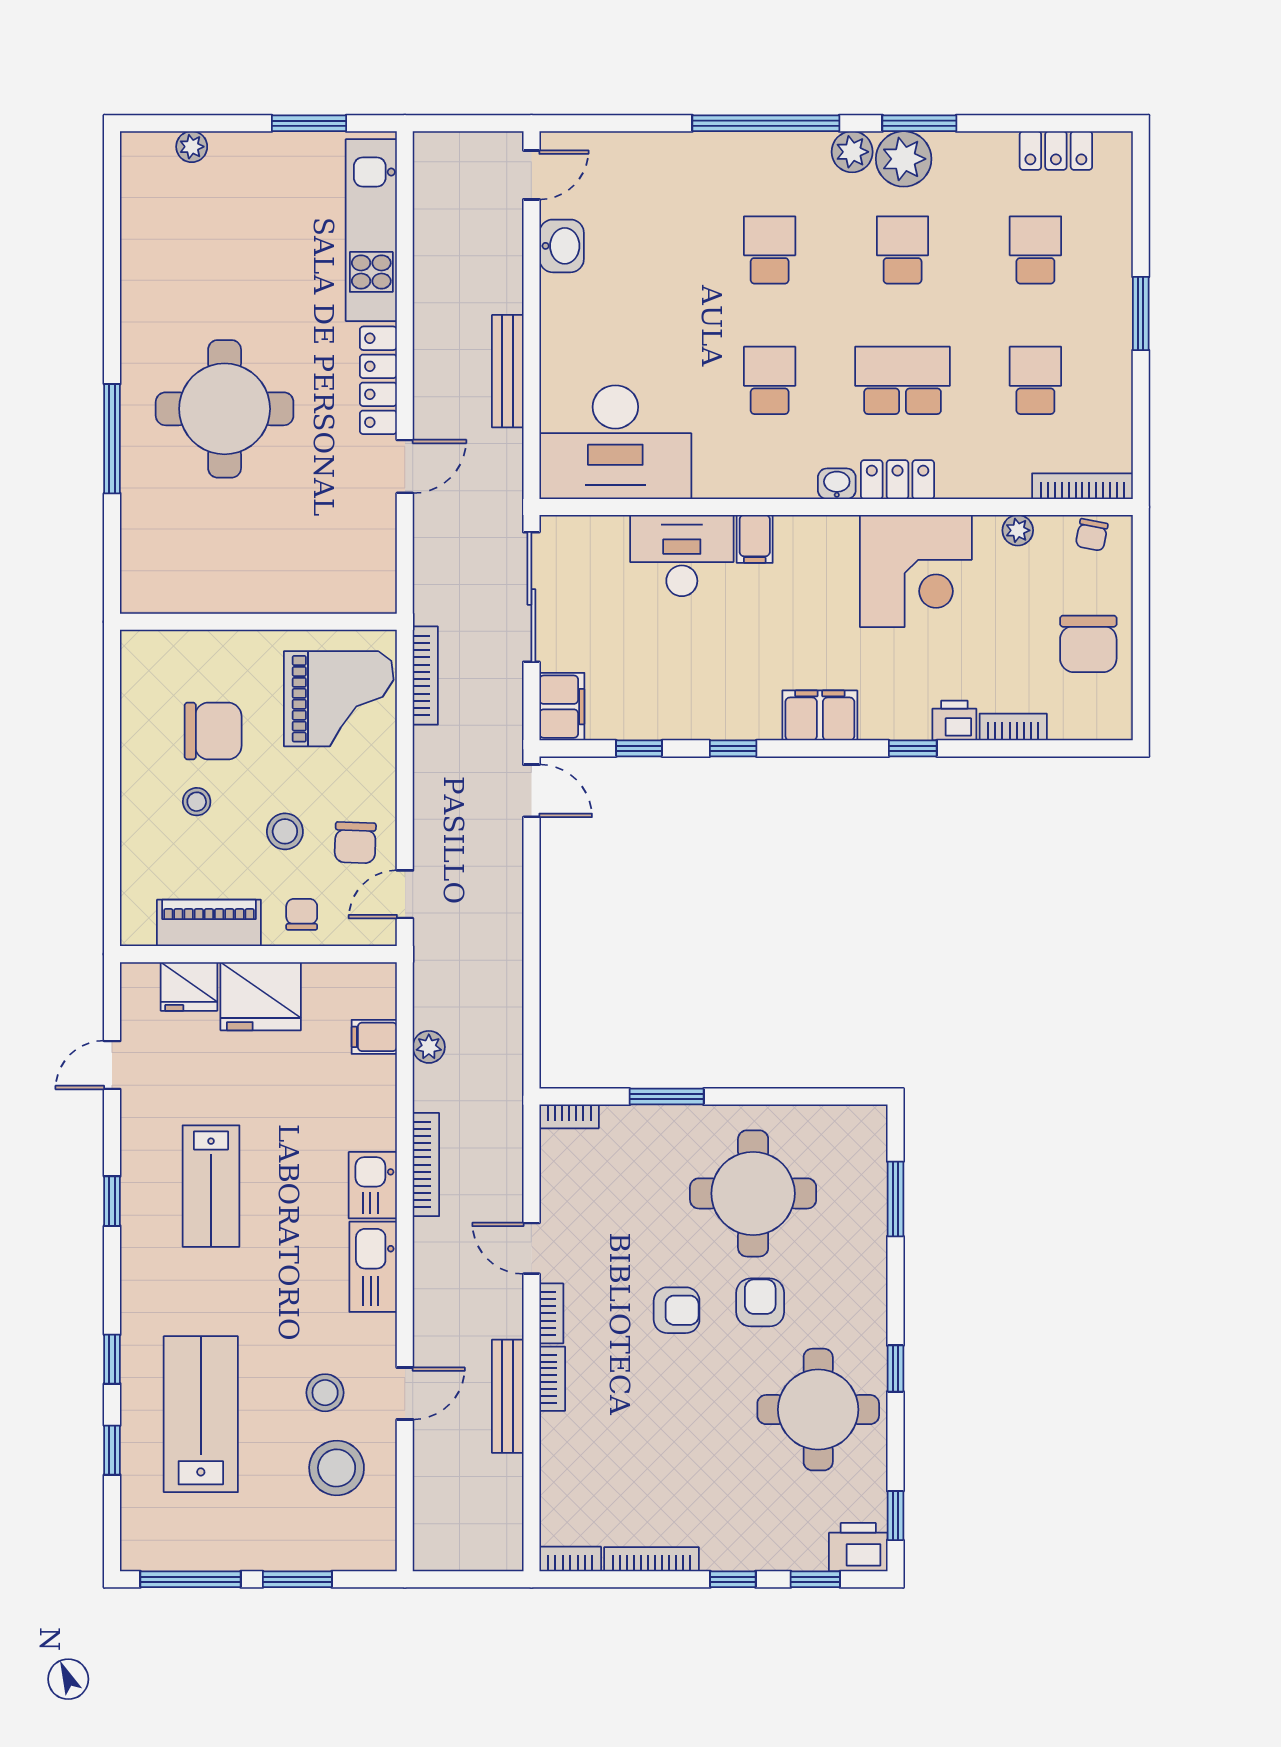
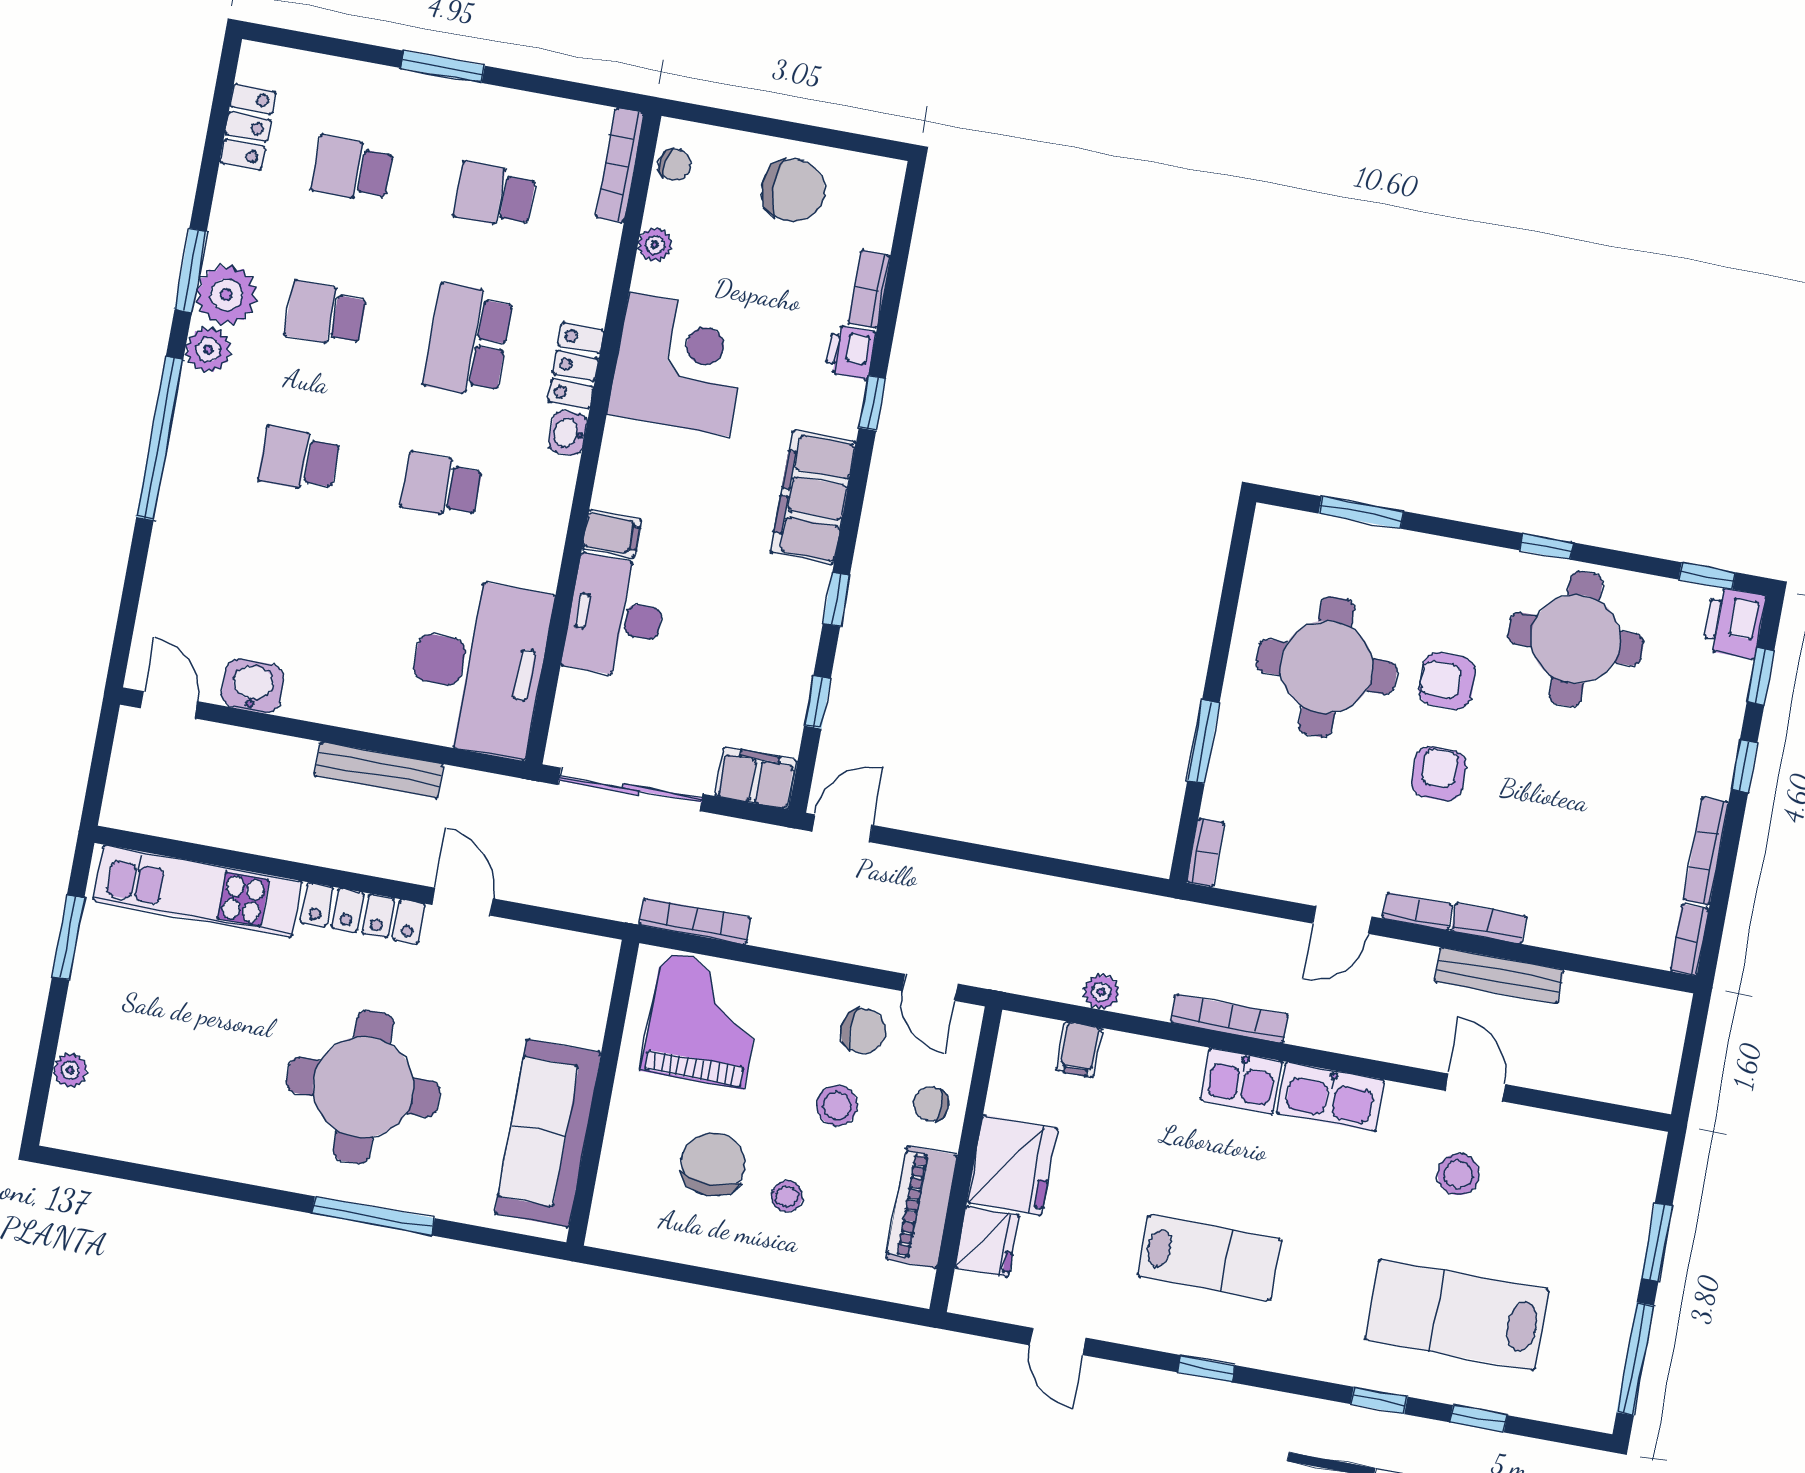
sofa: (214, 580) -> (548, 1133), added
filing cabinet: (820, 715) -> (813, 497), width x1.50, depth x1.17
stool: (337, 1468) -> (1543, 1177), removed

